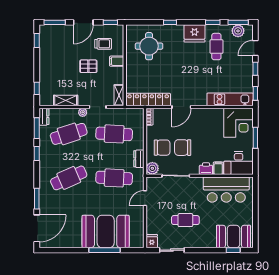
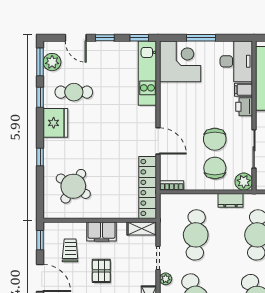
round table: (149, 46) -> (73, 186), turned 32
filing cabinet: (117, 61) -> (102, 231), width x2.00

